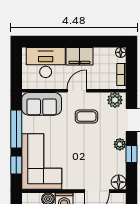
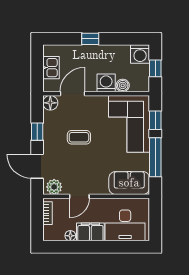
floor lamp: (121, 52) -> (70, 236), moved
door: (77, 91) -> (79, 196), moved
coffee table: (86, 117) -> (79, 137), moved
plant: (120, 144) -> (49, 142), removed

